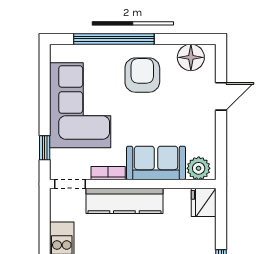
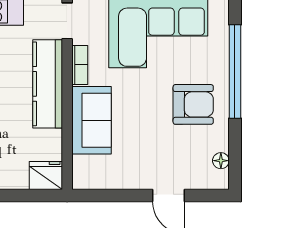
floor lamp: (191, 57) -> (221, 161), width x0.53, depth x0.53
plant: (199, 168) -> (85, 170), removed

